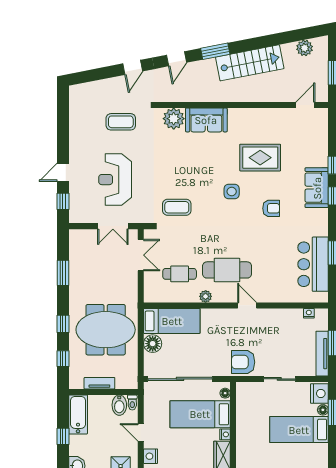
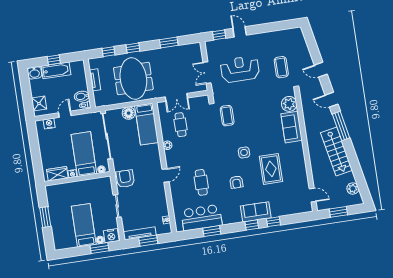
window: (215, 51) -> (341, 126), width x1.44
double door: (141, 255) -> (176, 97), moved
cafe table: (227, 270) -> (201, 182), moved, width x0.73, depth x0.74
bathtub: (78, 414) -> (56, 70), moved

